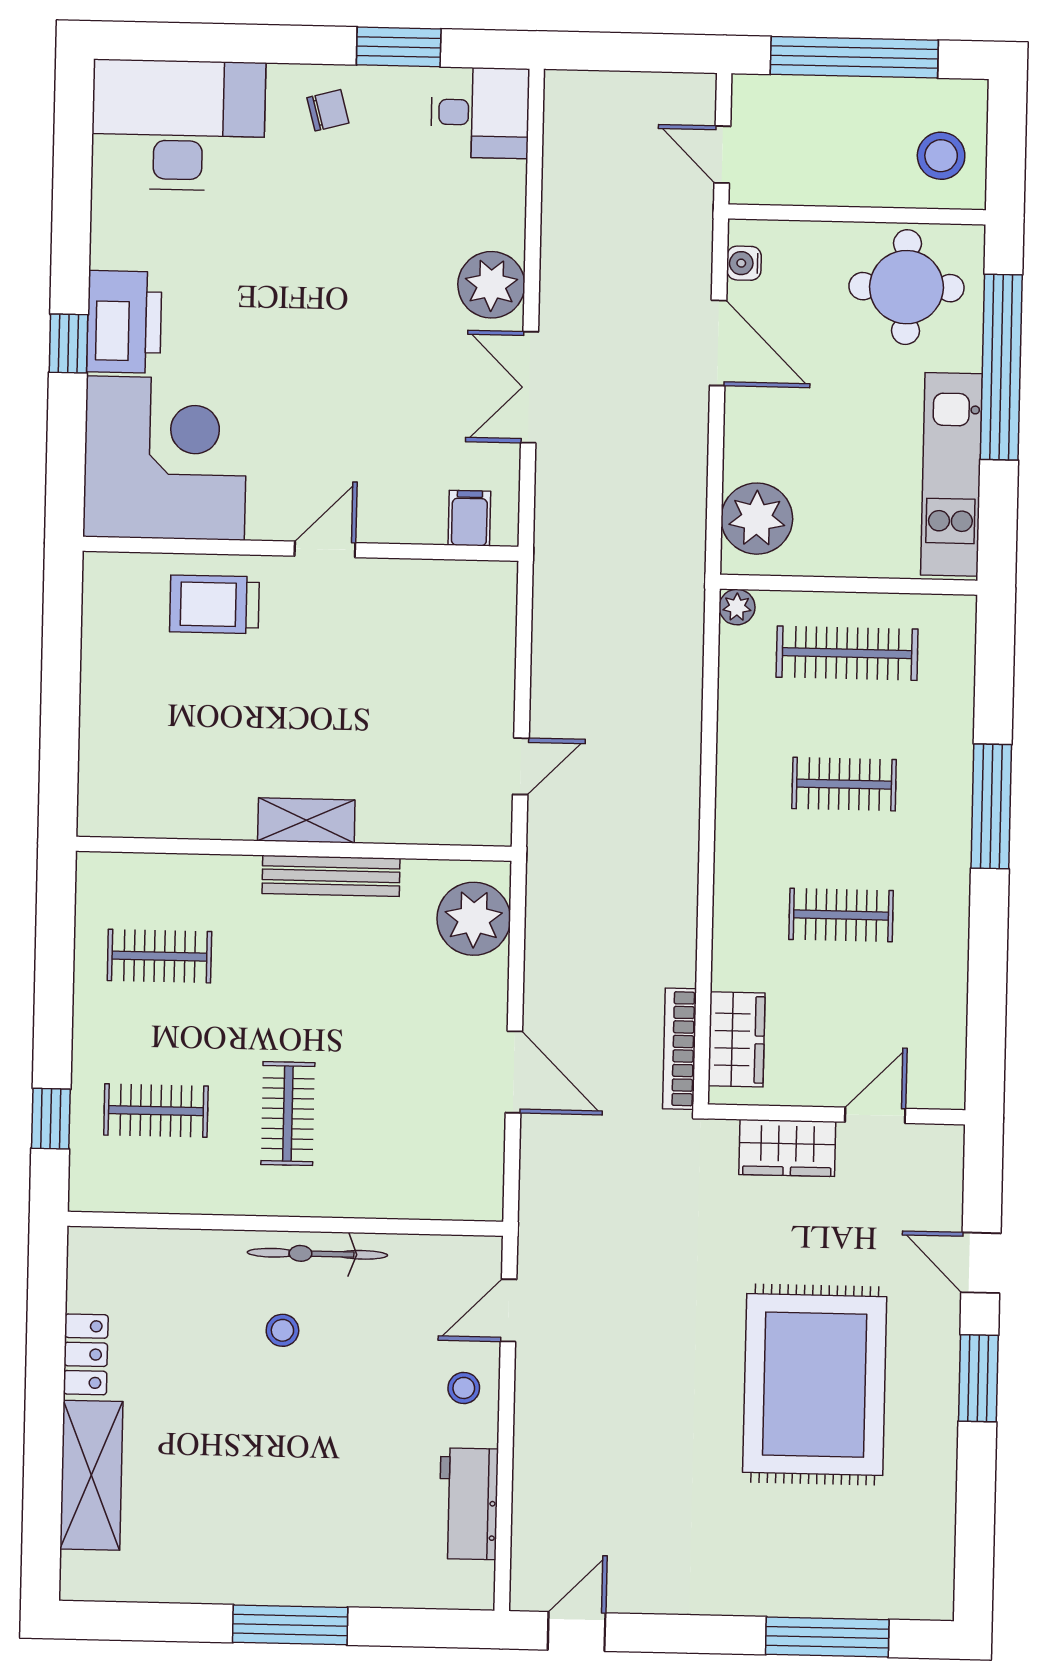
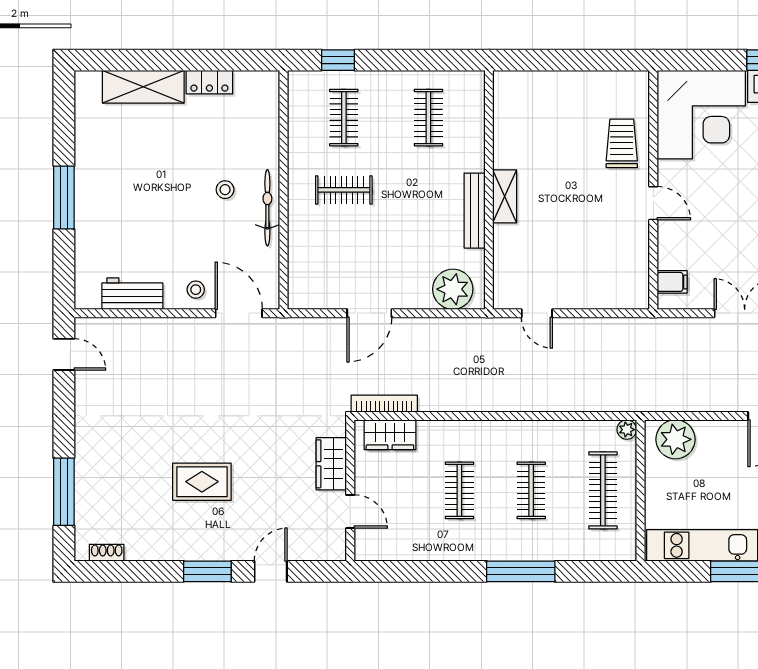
door: (509, 1310) -> (239, 313), width x1.38
rug: (815, 1385) -> (202, 482), width x0.54, depth x0.49
shoe rack: (940, 1561) -> (107, 553), added

